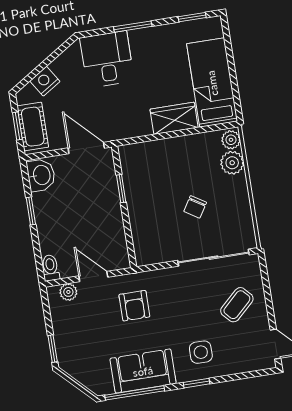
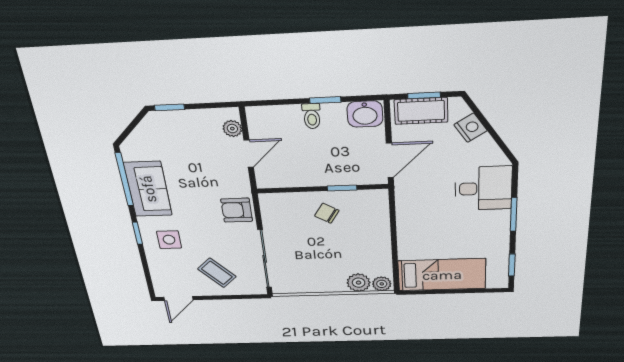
wardrobe: (174, 118) -> (410, 240), removed
chair: (195, 207) -> (327, 213), moved
toilet: (50, 268) -> (312, 116), moved, turned 90
armchair: (134, 306) -> (237, 210), moved

